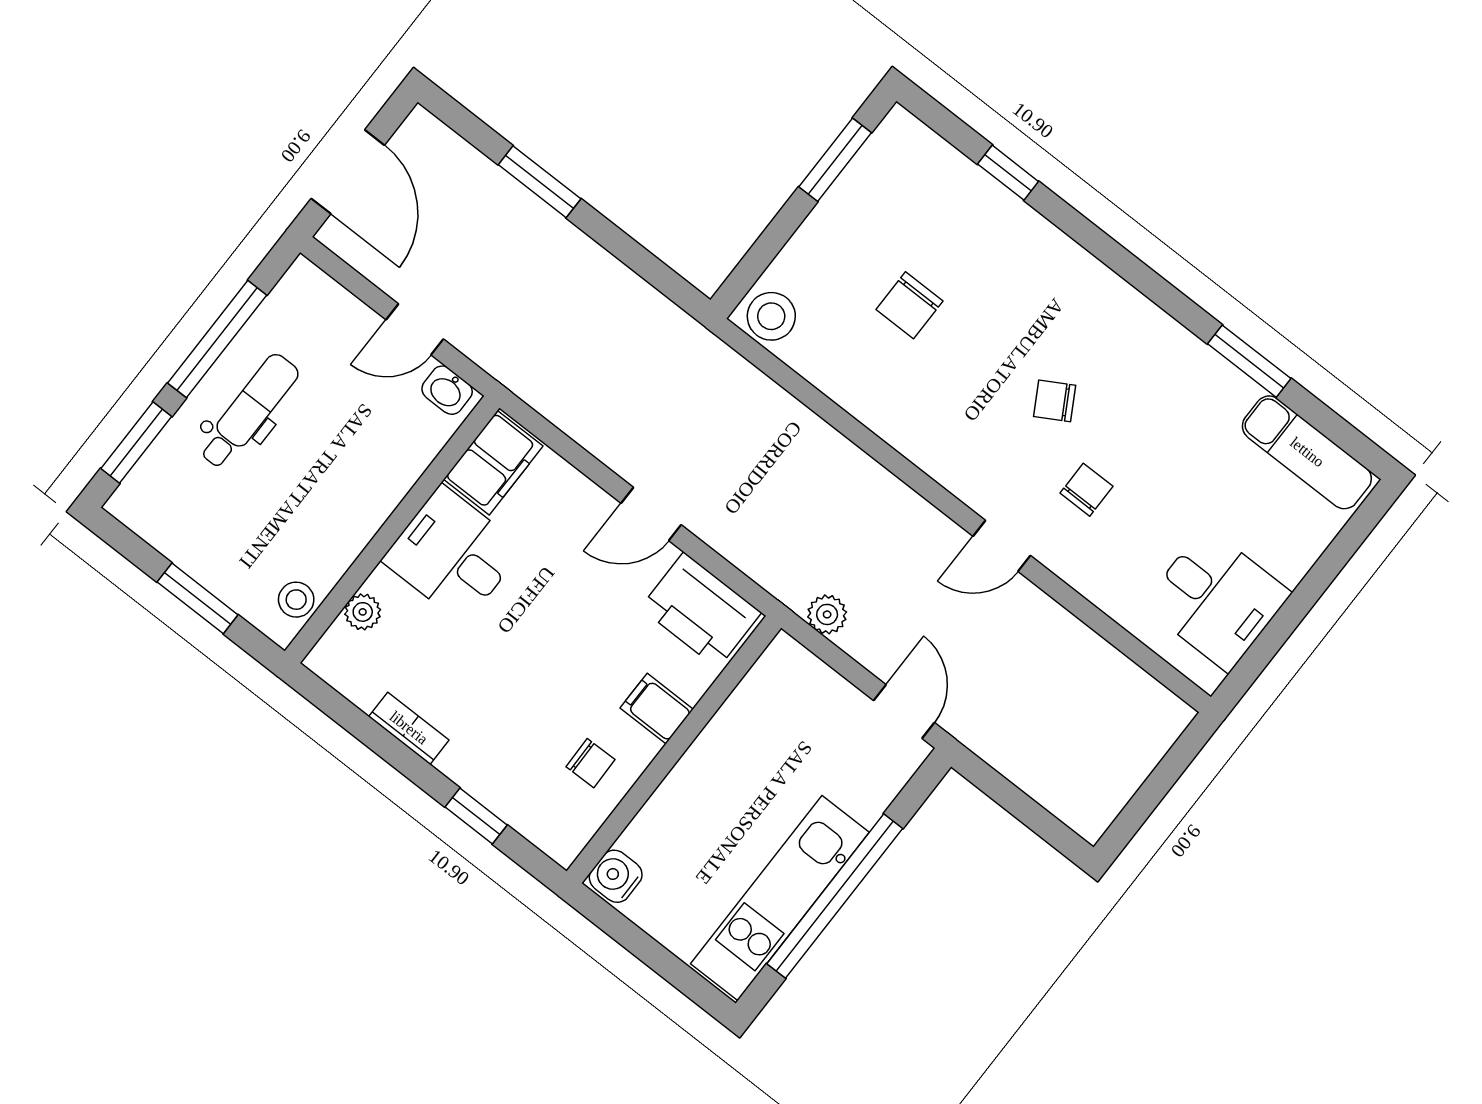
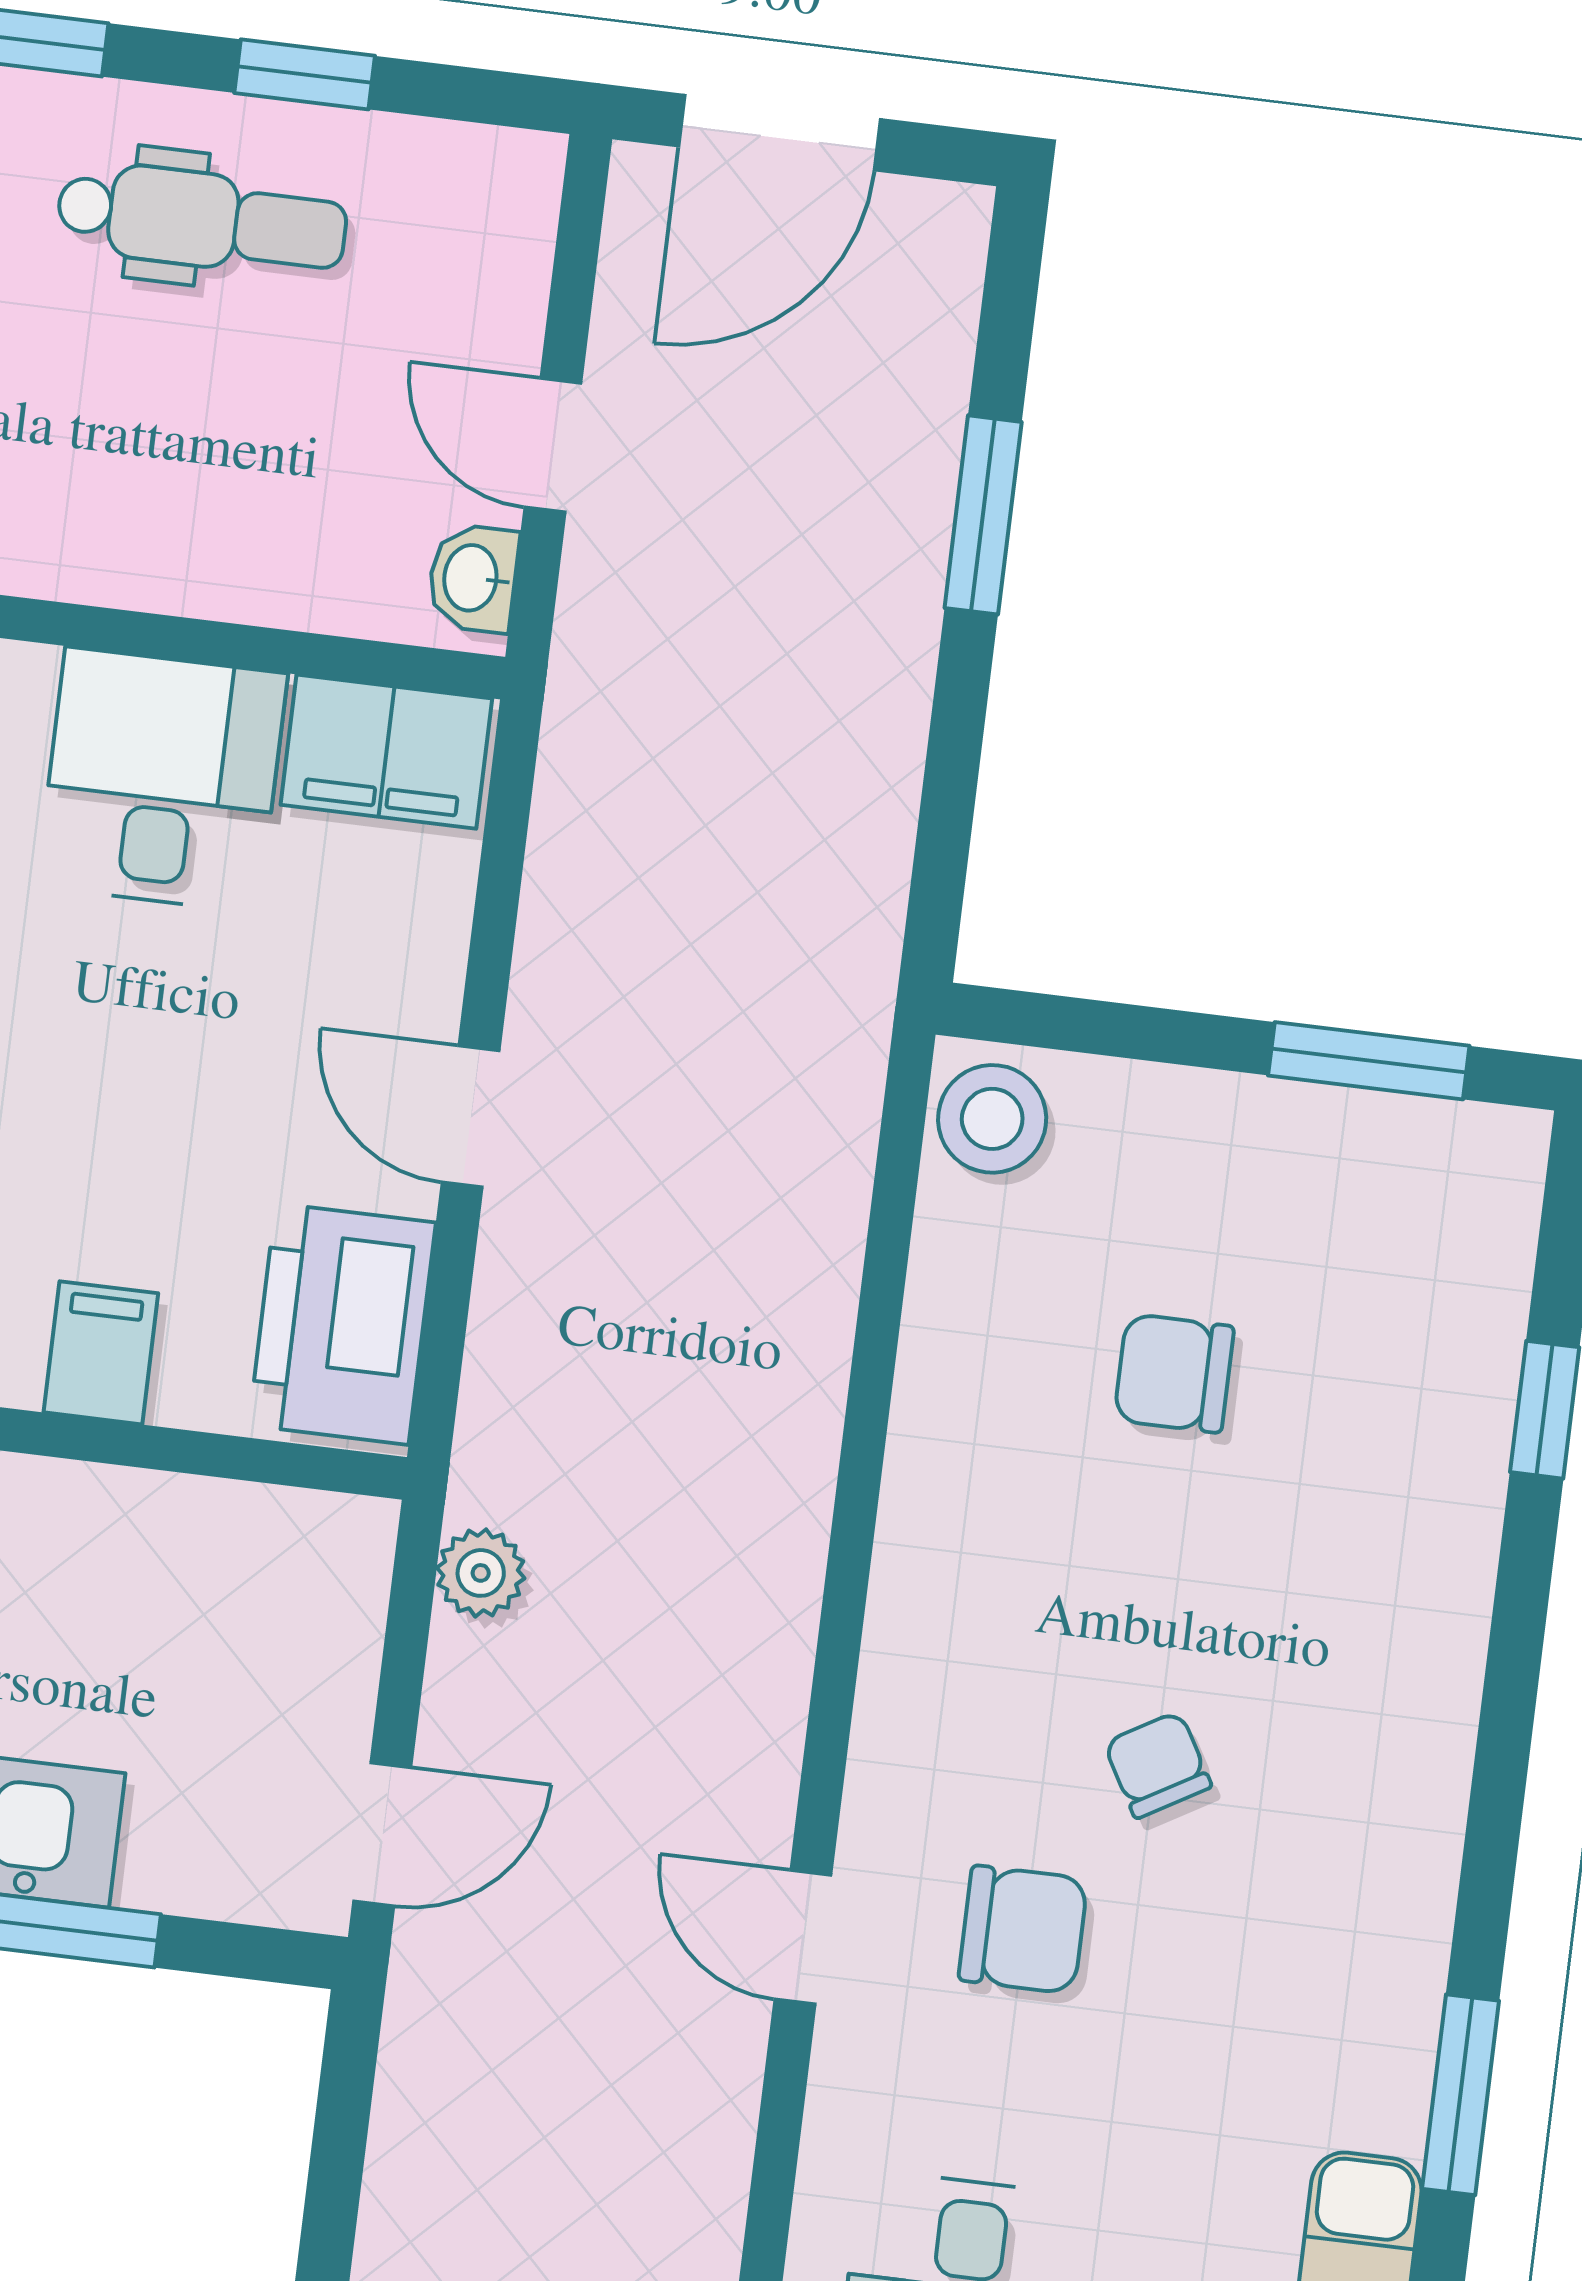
window: (217, 339) -> (305, 74), width x0.46
chair: (1087, 490) -> (1023, 1930), width x1.37, depth x1.37
door: (1002, 546) -> (803, 1937), moved

